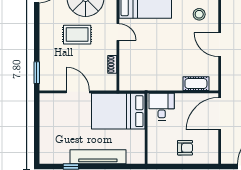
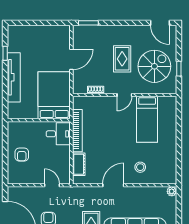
bookcase: (158, 85) -> (77, 131), added
door: (220, 114) -> (52, 185), width x0.53

